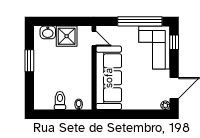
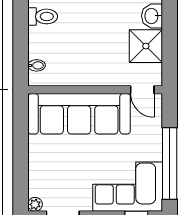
door: (94, 38) -> (142, 90), hinge flipped
toilet: (60, 101) -> (43, 16), moved

